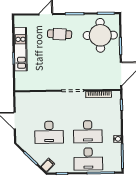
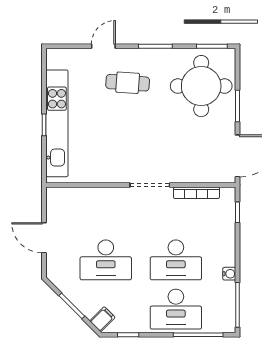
kitchen unit: (21, 49) -> (57, 123), width x1.36

